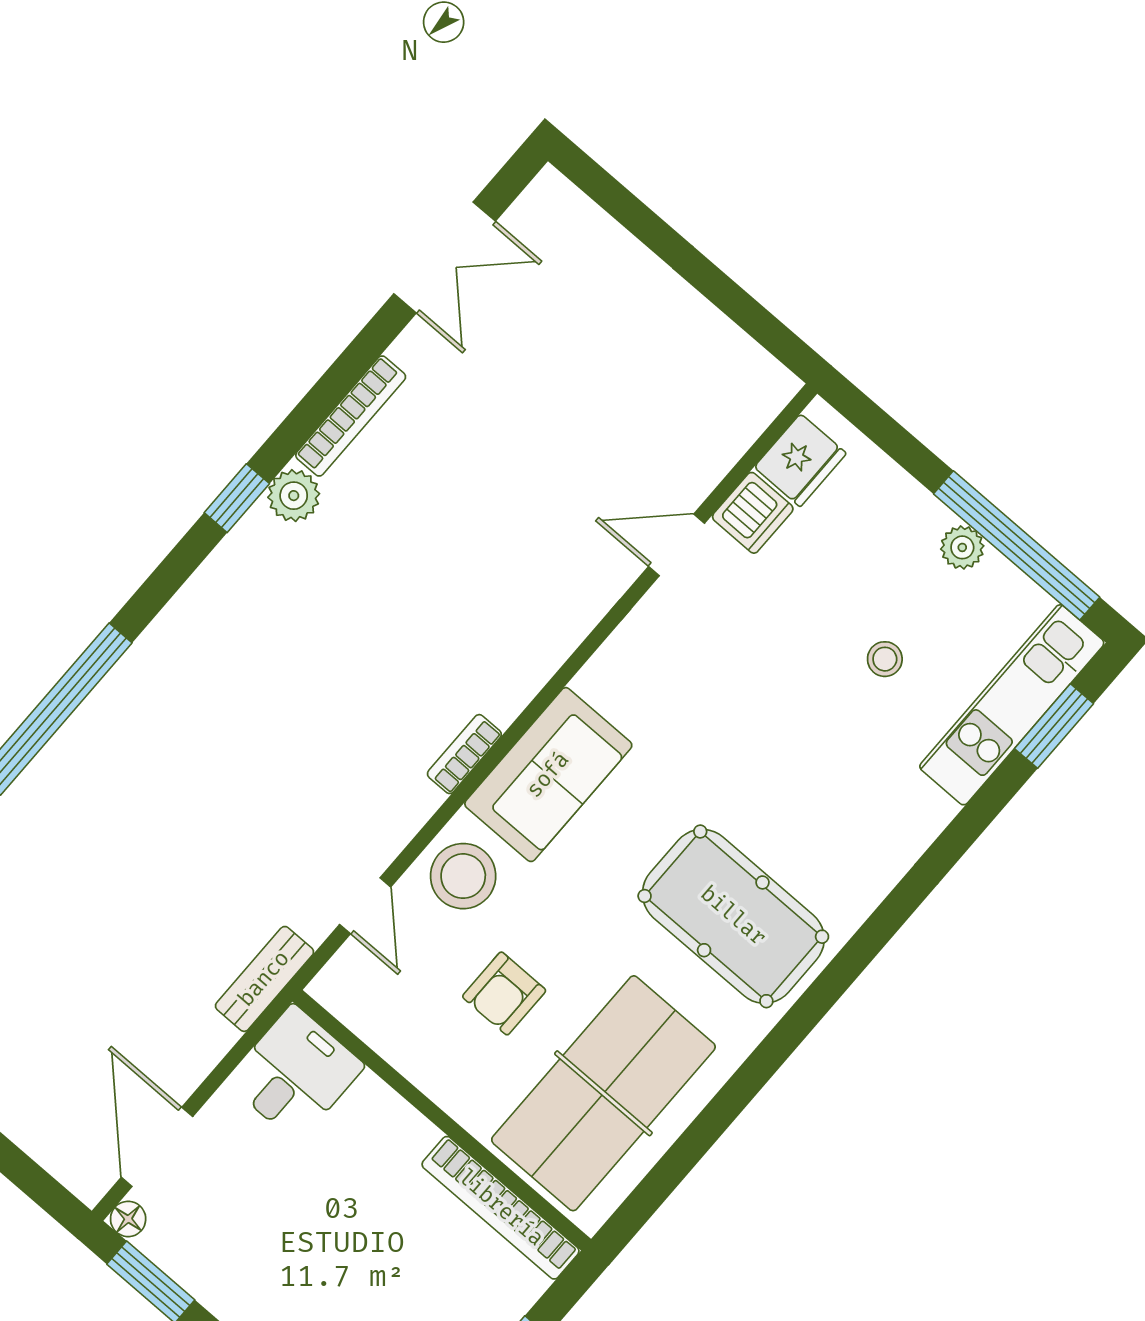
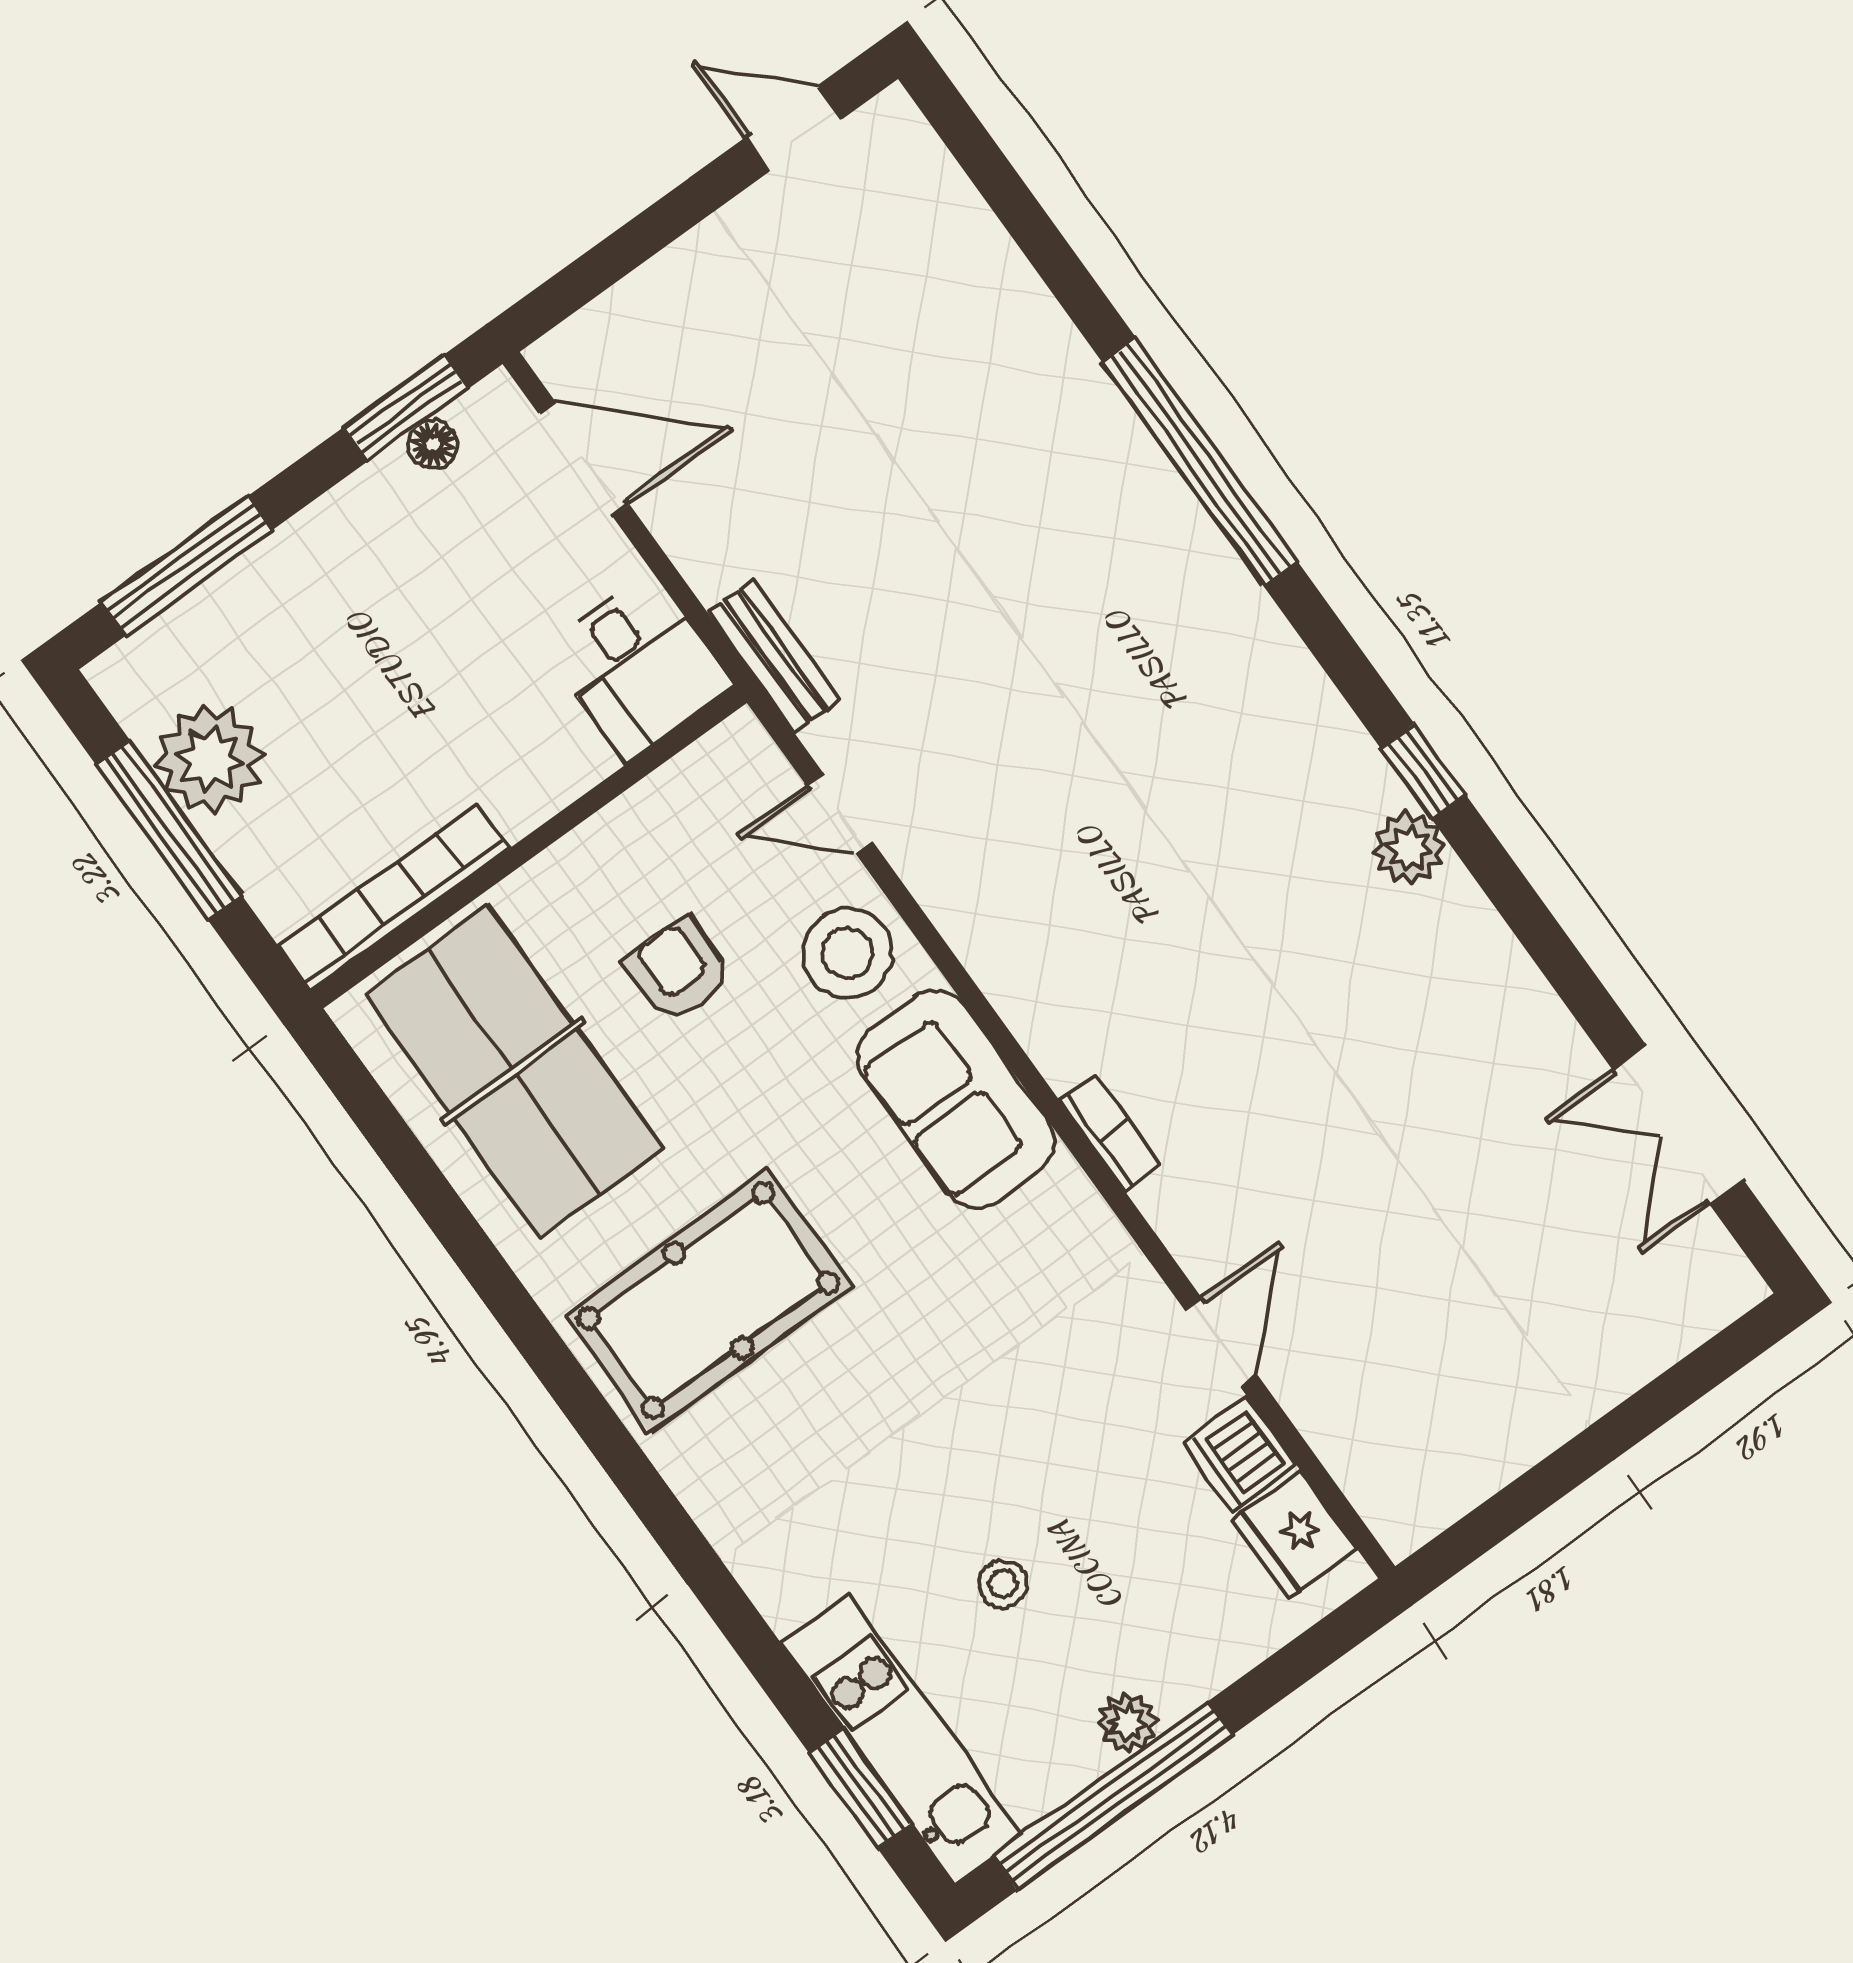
bookcase: (351, 416) -> (1497, 949), removed
bookcase: (464, 754) -> (1110, 1132), moved
floor lamp: (128, 1219) -> (433, 444), moved

